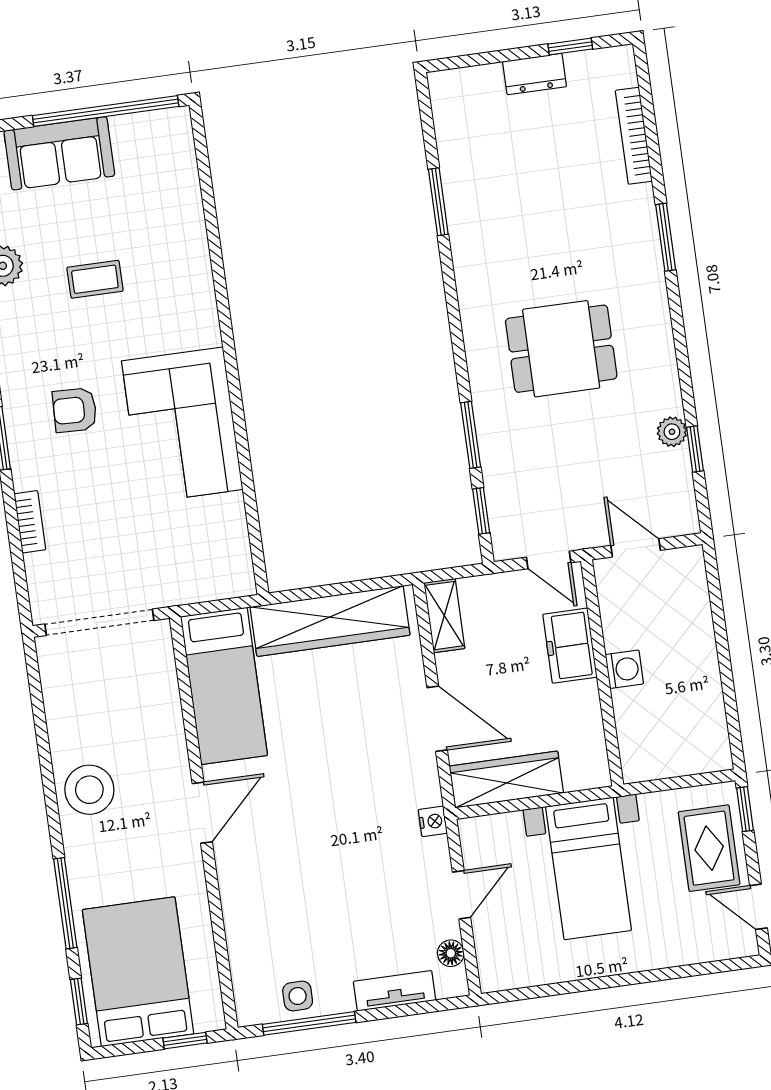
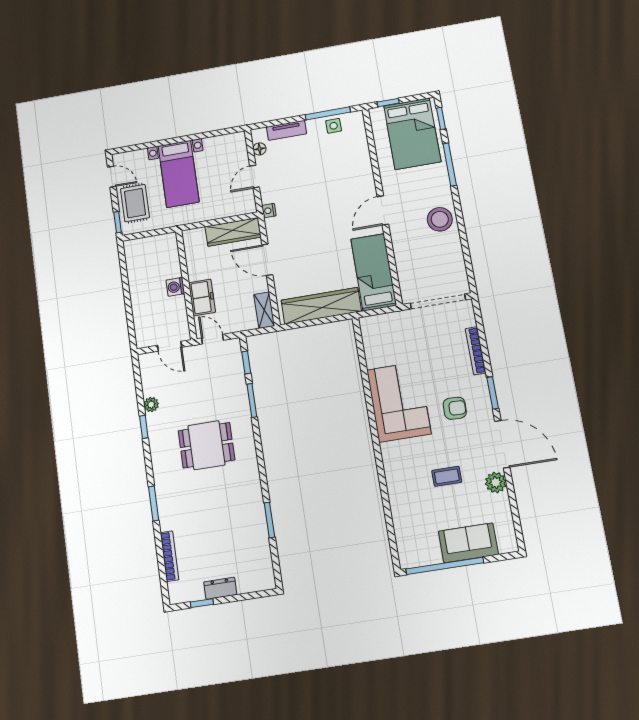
window: (695, 449) -> (144, 427), moved
bookcase: (30, 522) -> (476, 351), width x1.56
bed with nightstands: (589, 868) -> (179, 174), moved, turned 180

